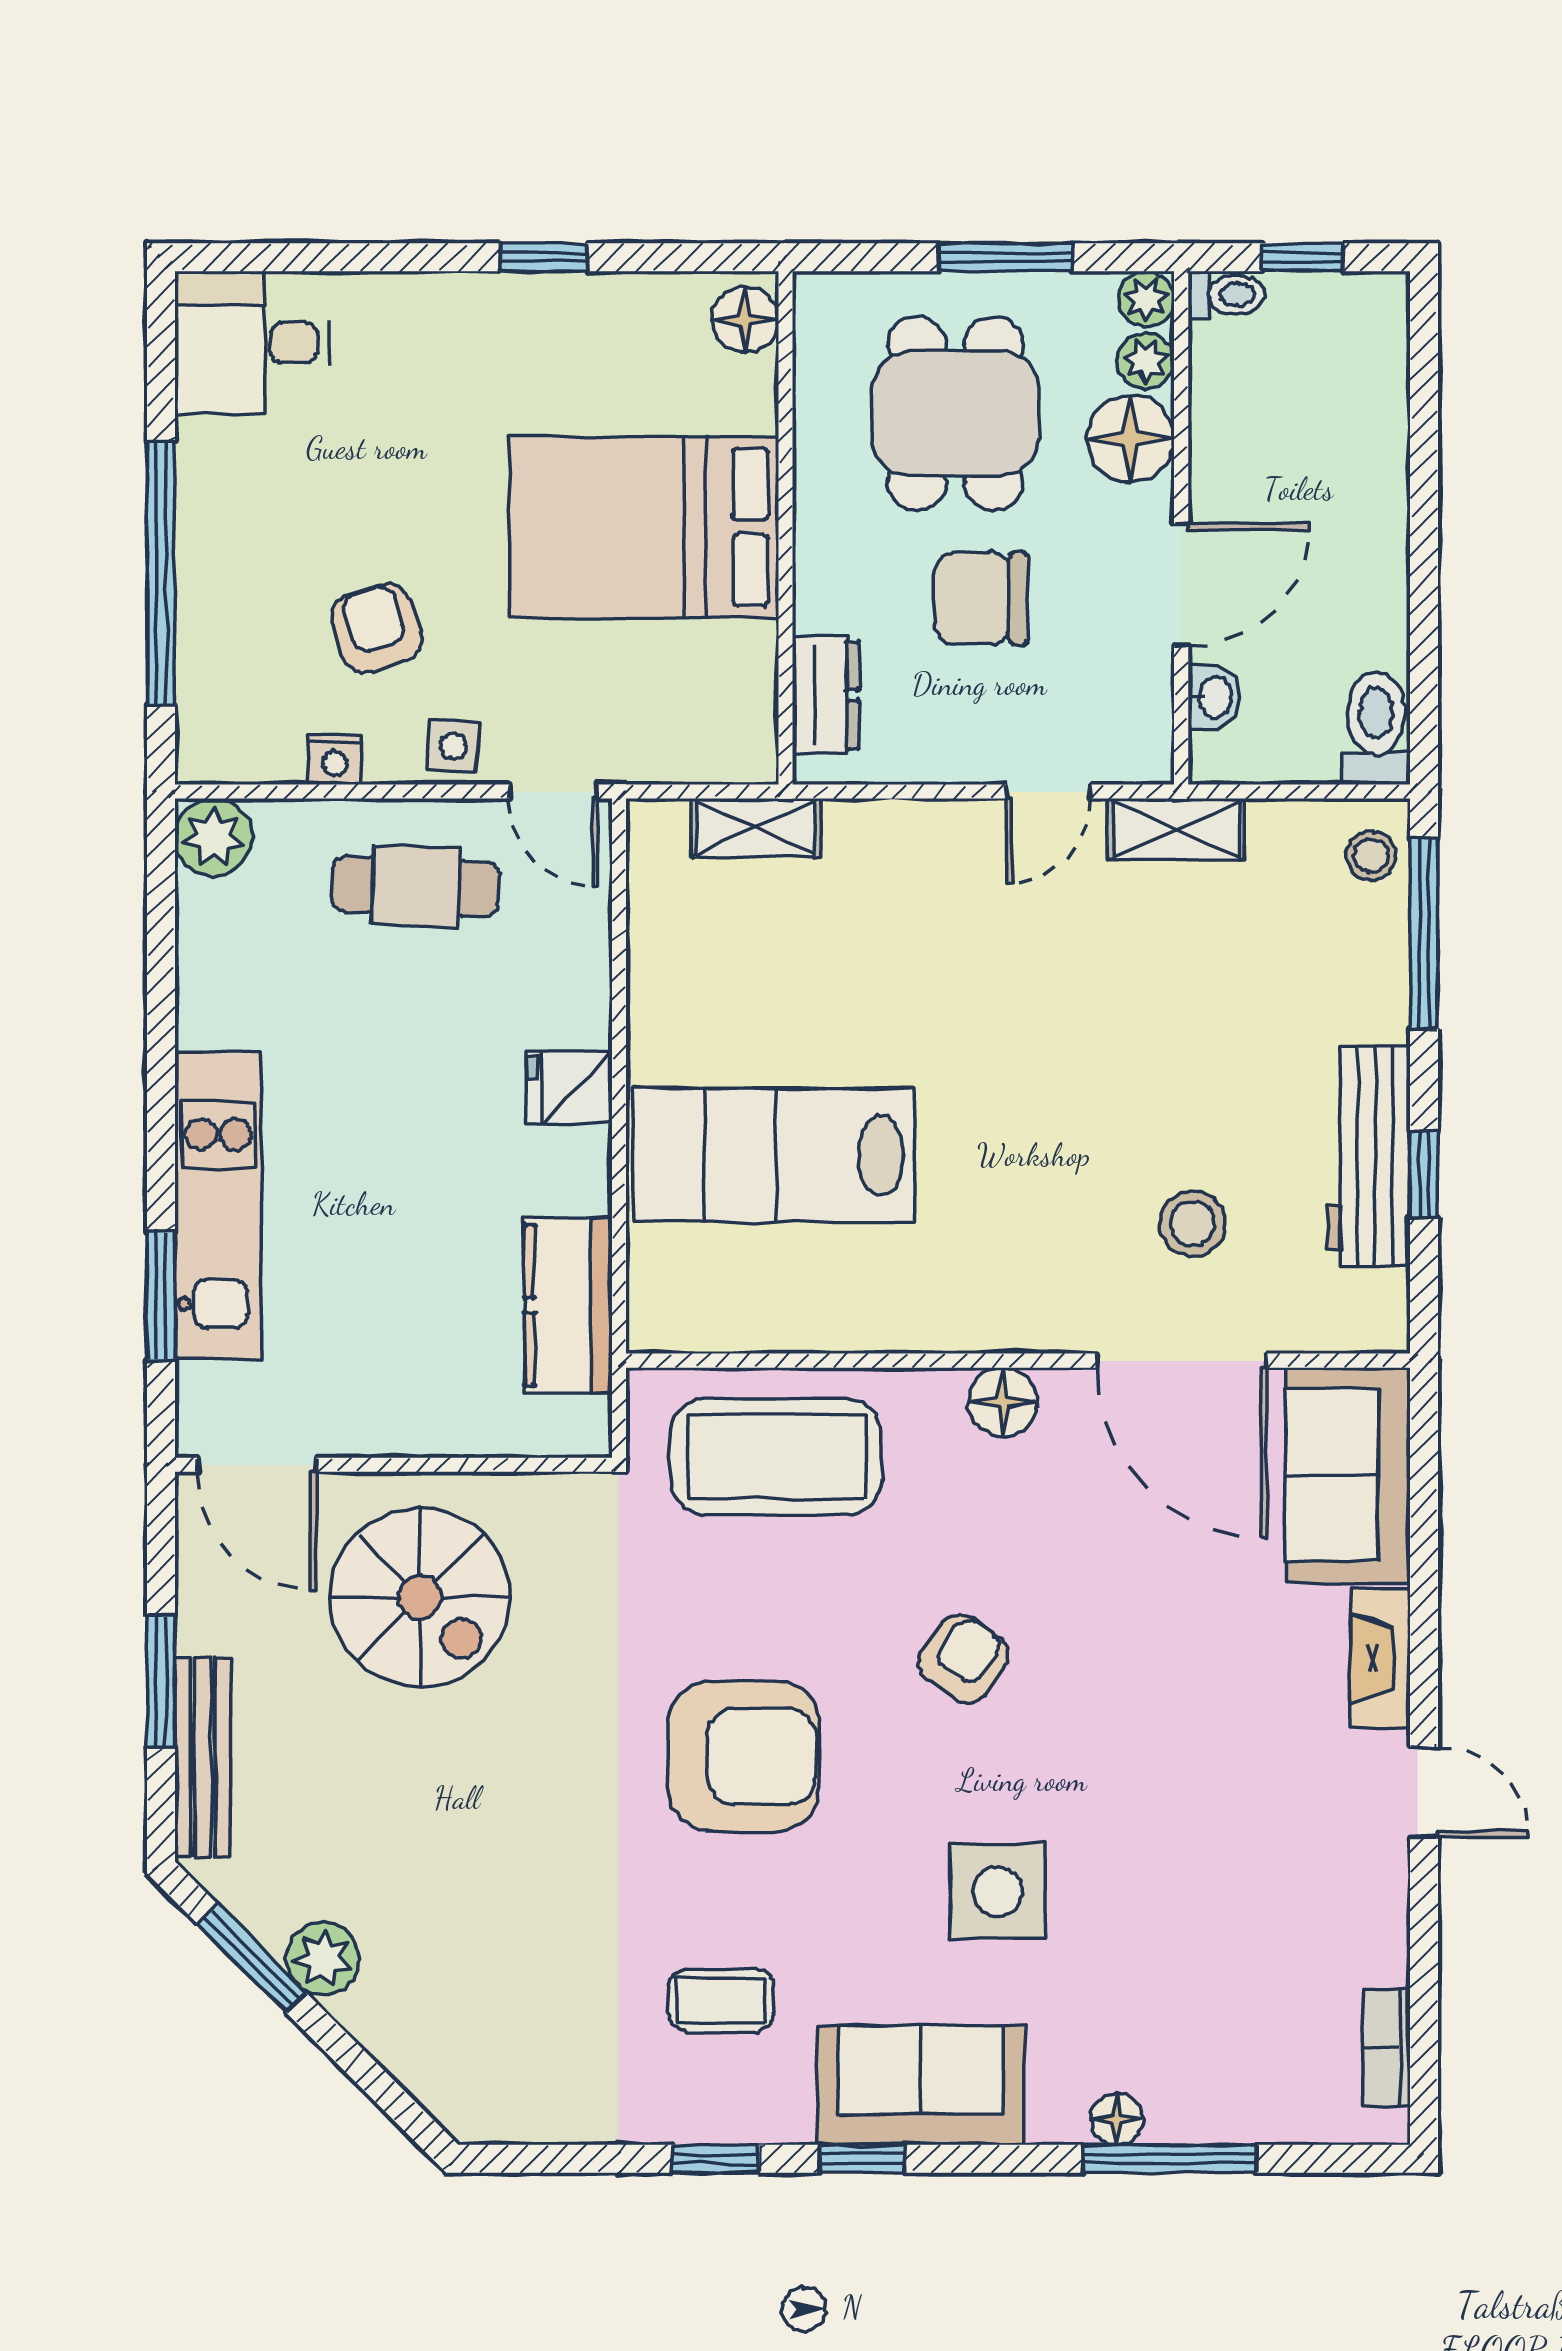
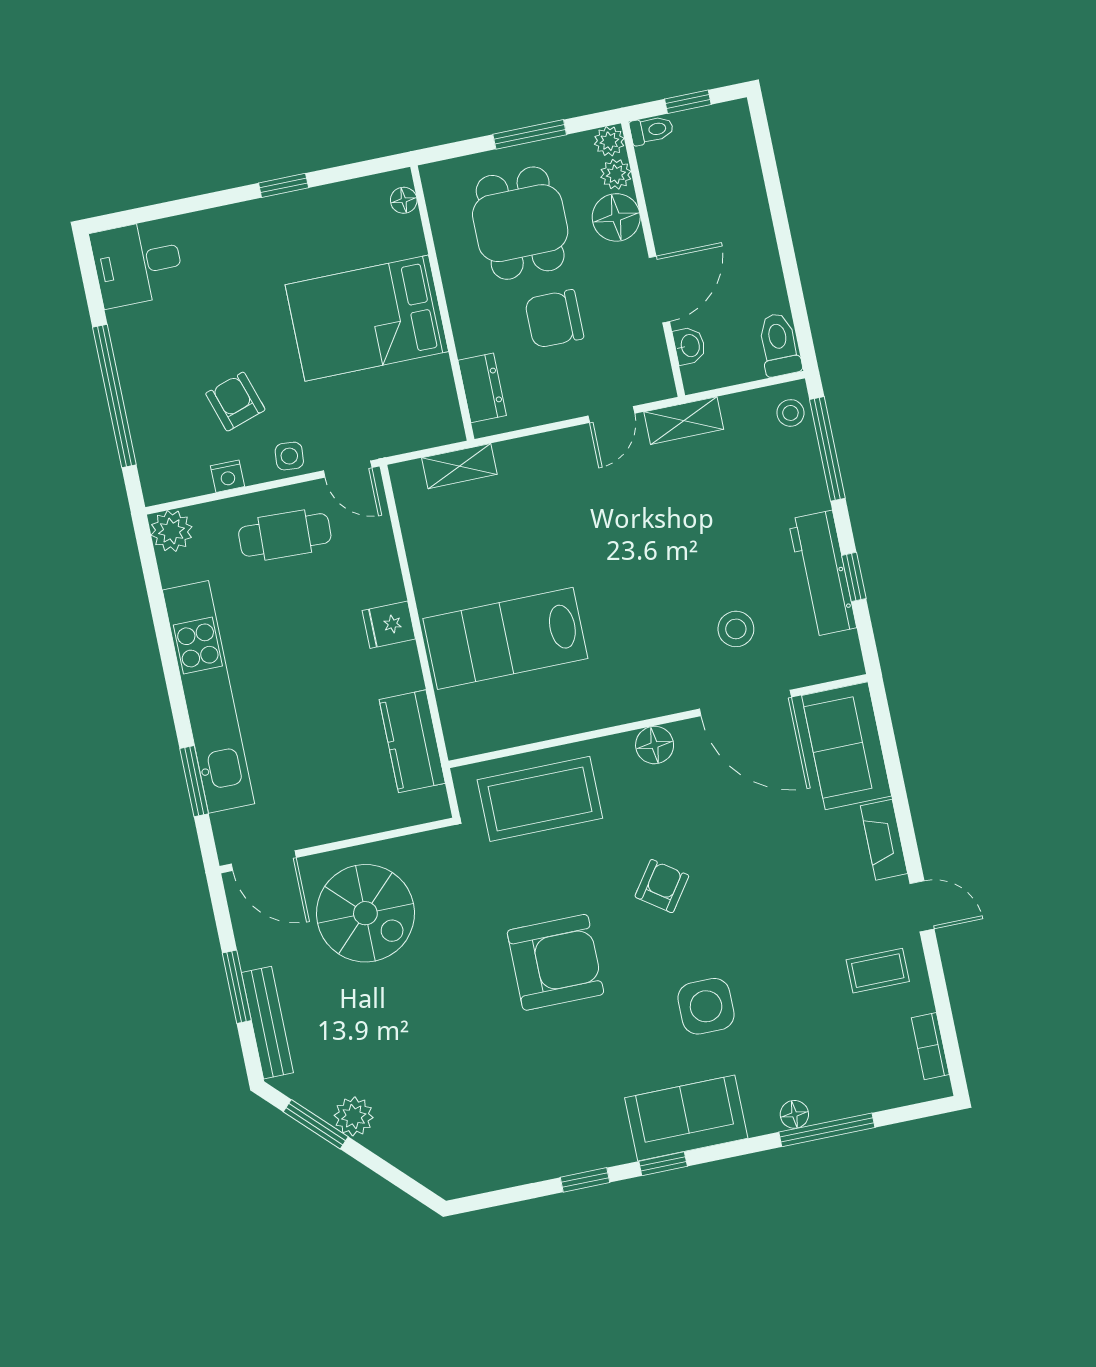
floor lamp: (745, 320) -> (404, 200), width x0.73, depth x0.73
kitchen unit: (218, 1205) -> (209, 697), width x1.36
coffee table: (721, 2000) -> (878, 971), moved

